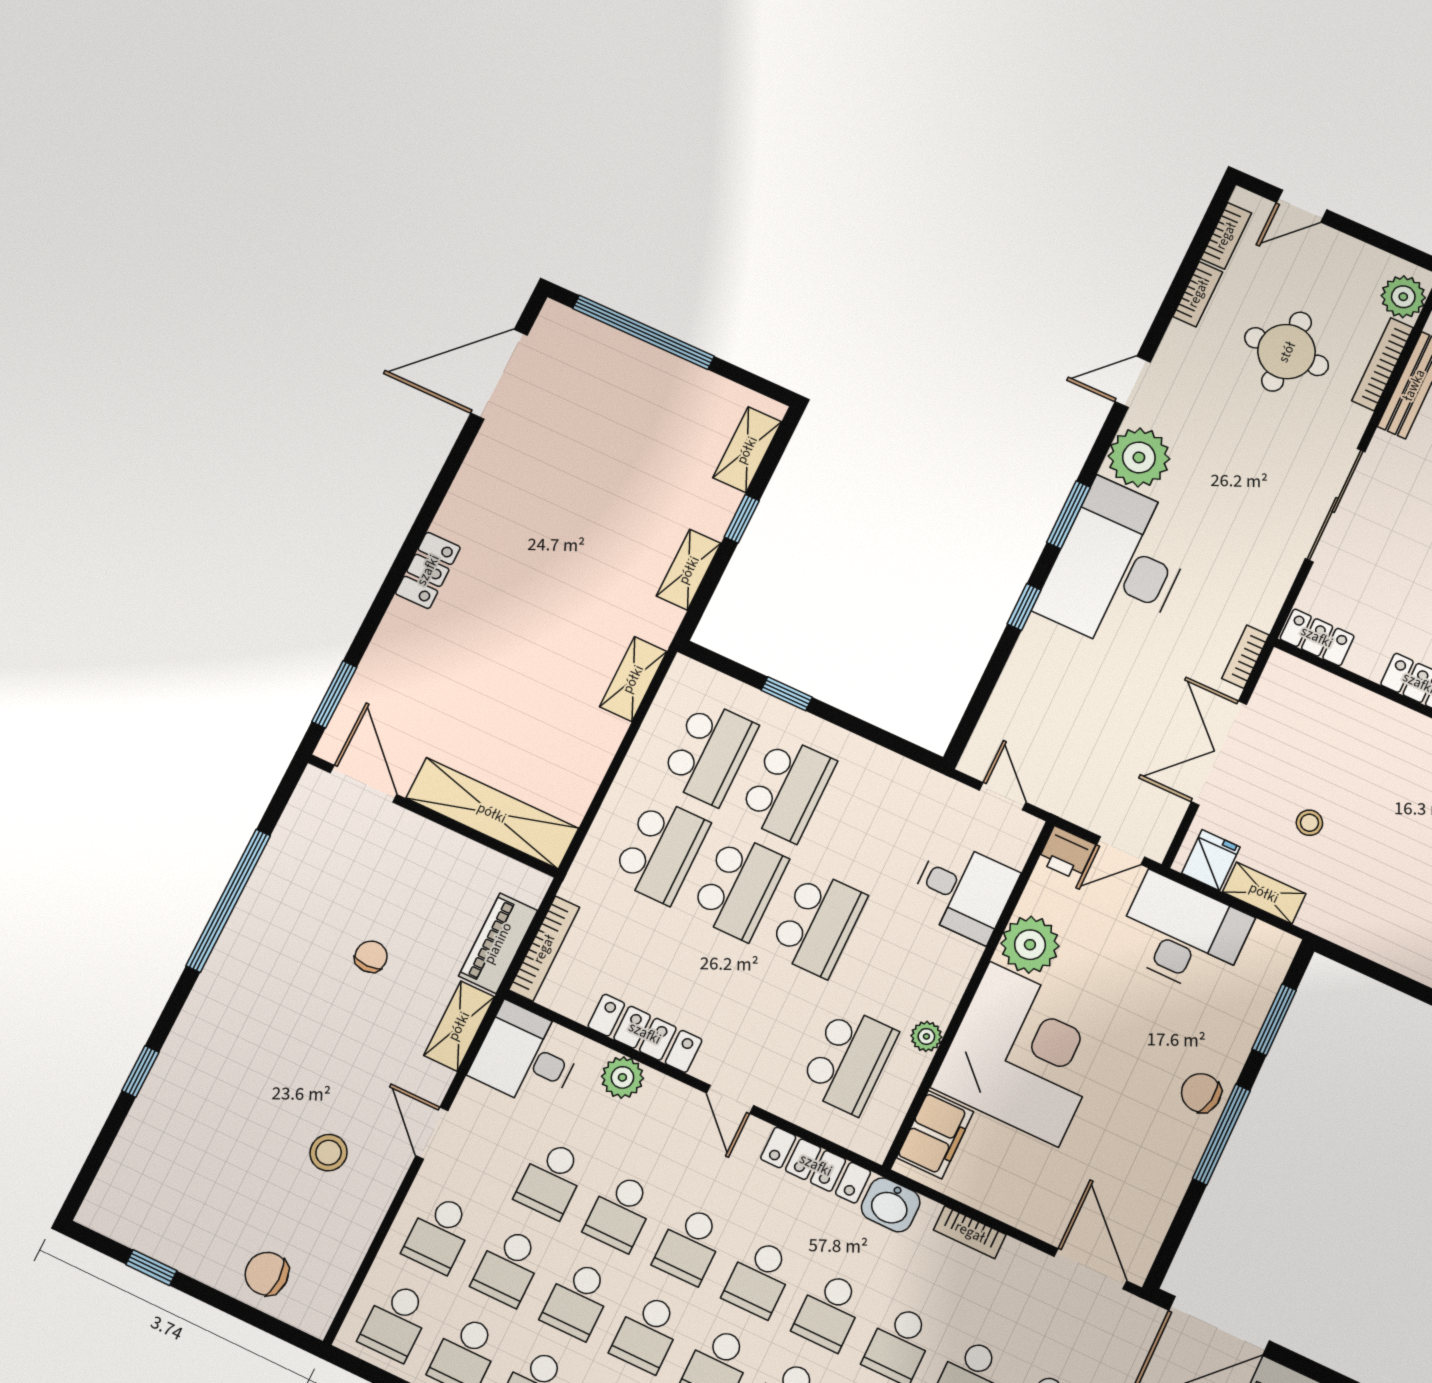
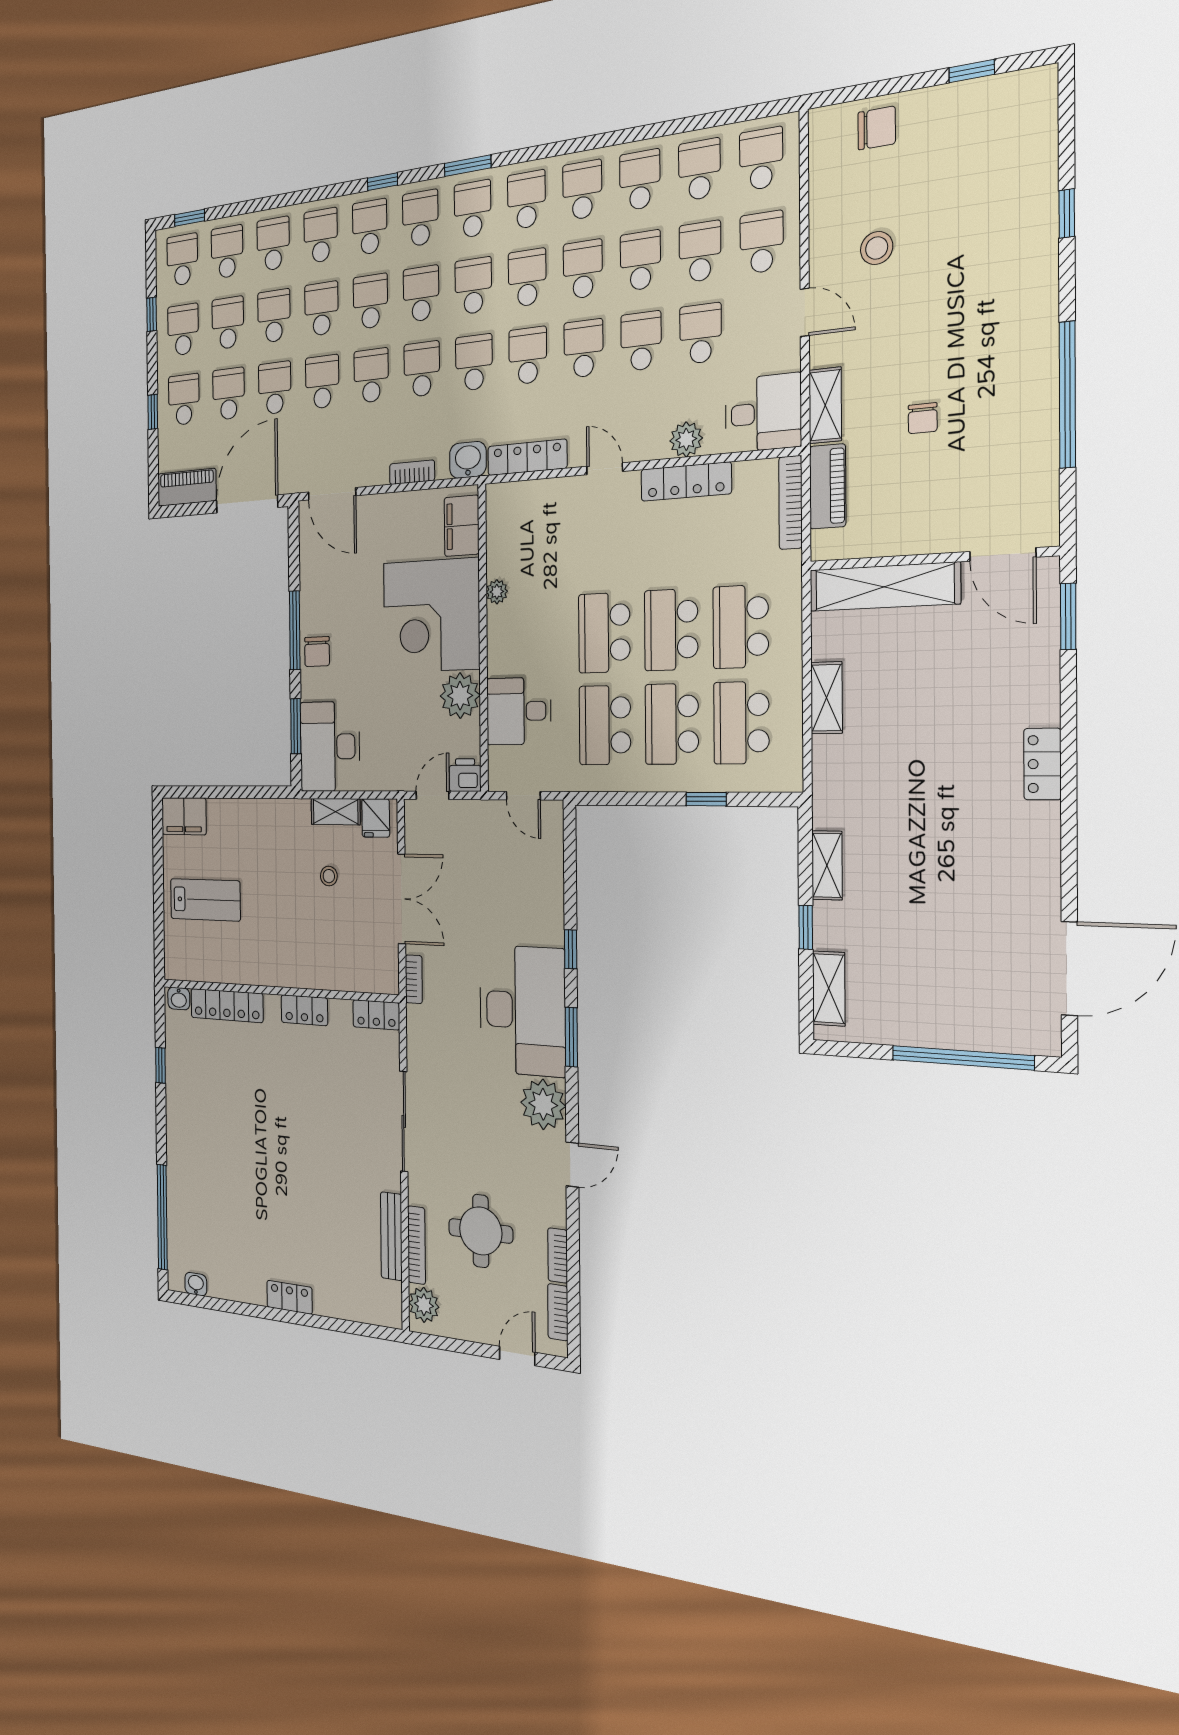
shelving: (633, 679) -> (827, 698), moved
desk: (1183, 934) -> (330, 747), moved, turned 90
school desk: (849, 1060) -> (605, 725), moved
chair: (1201, 1093) -> (317, 652), turned 81

